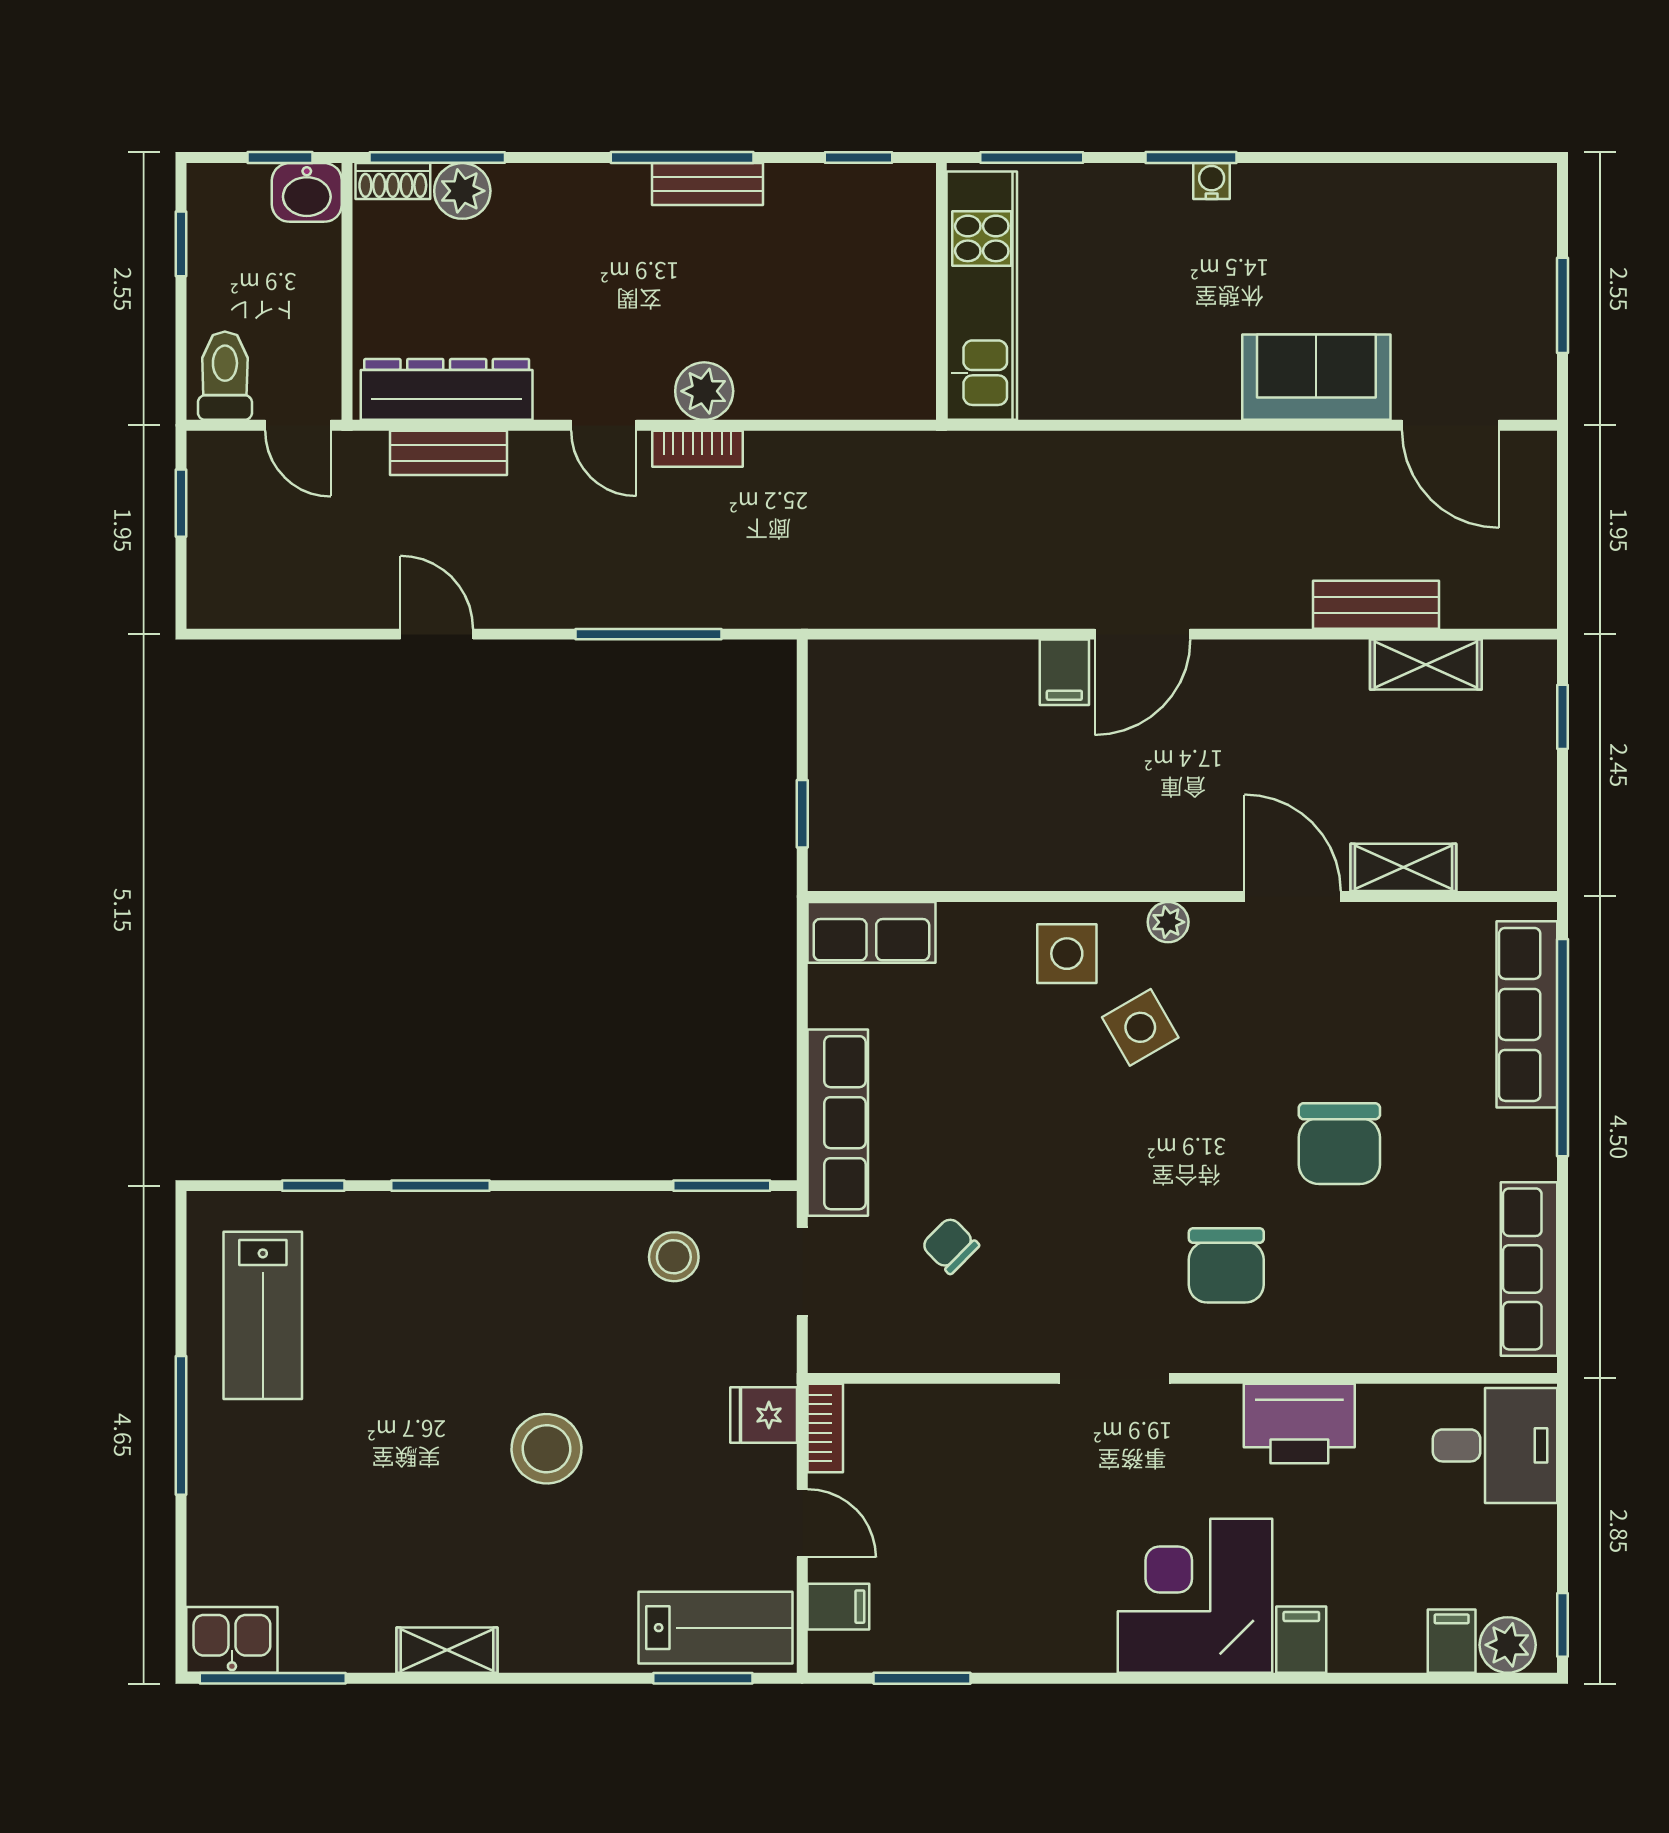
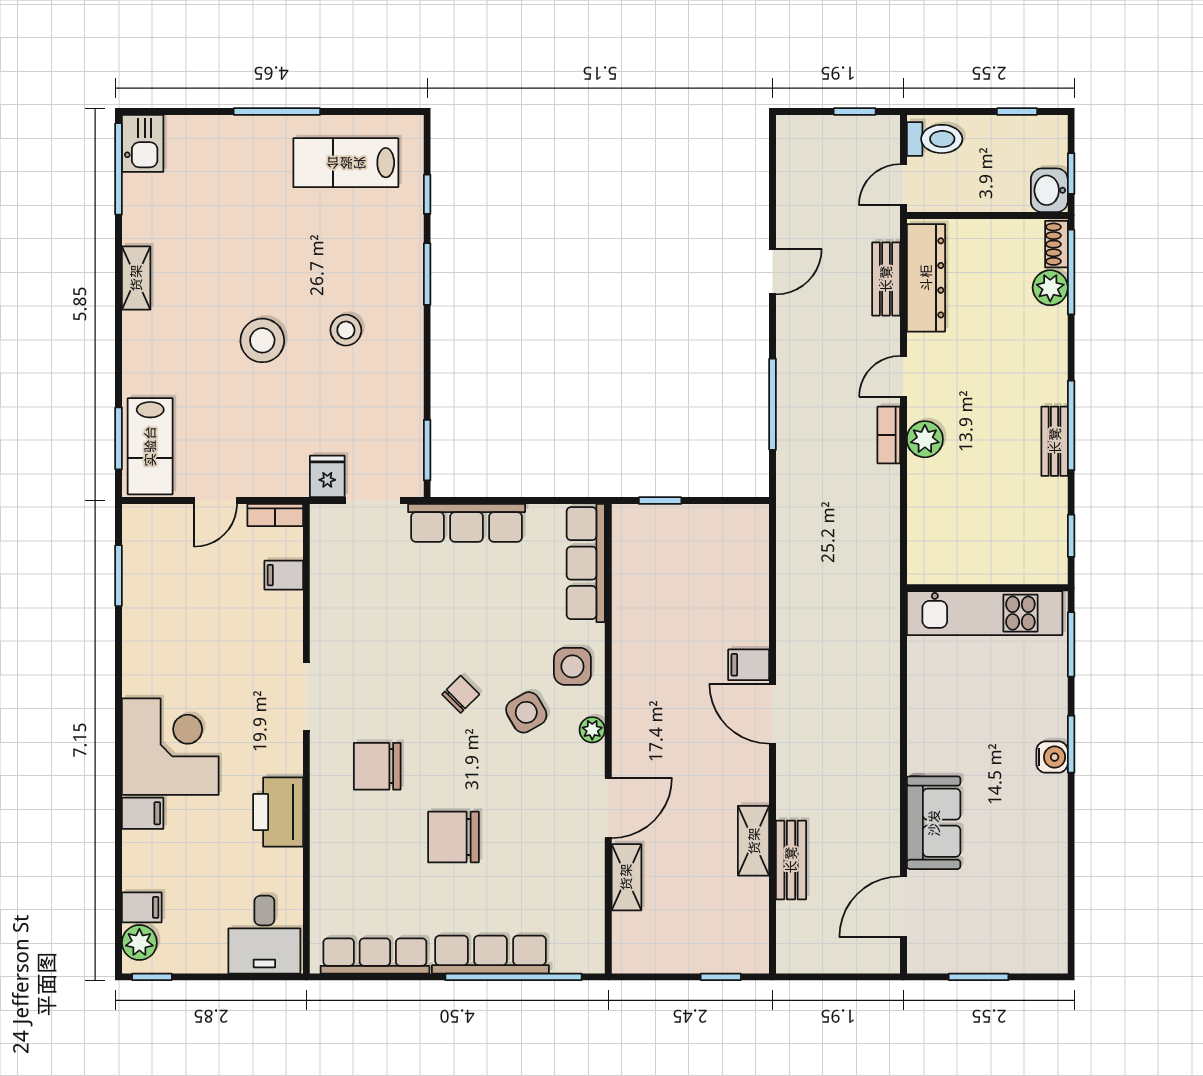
water cooler: (1212, 181) -> (1052, 757), width x1.38, depth x1.38
shelving: (1426, 665) -> (754, 841), moved
row of seats: (871, 932) -> (586, 563), width x1.48
row of seats: (1527, 1014) -> (490, 955), moved
chair: (950, 1245) -> (461, 694), moved
stool: (674, 1257) -> (346, 330), moved
fridge: (764, 1415) -> (327, 476), moved
filing cabinet: (838, 1607) -> (284, 575), moved, turned 90

